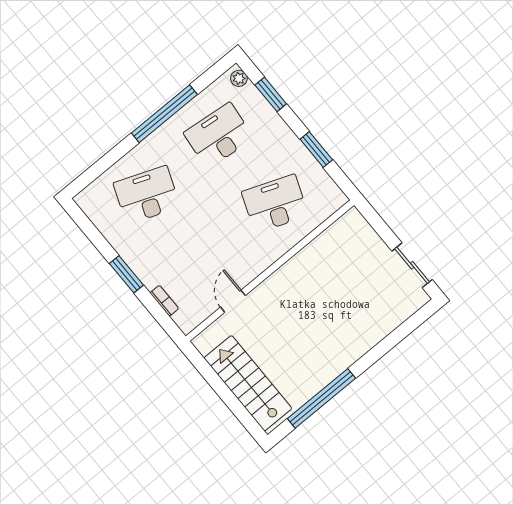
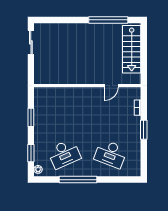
desk: (219, 136) -> (64, 154), turned -30
desk: (275, 204) -> (64, 110), removed

